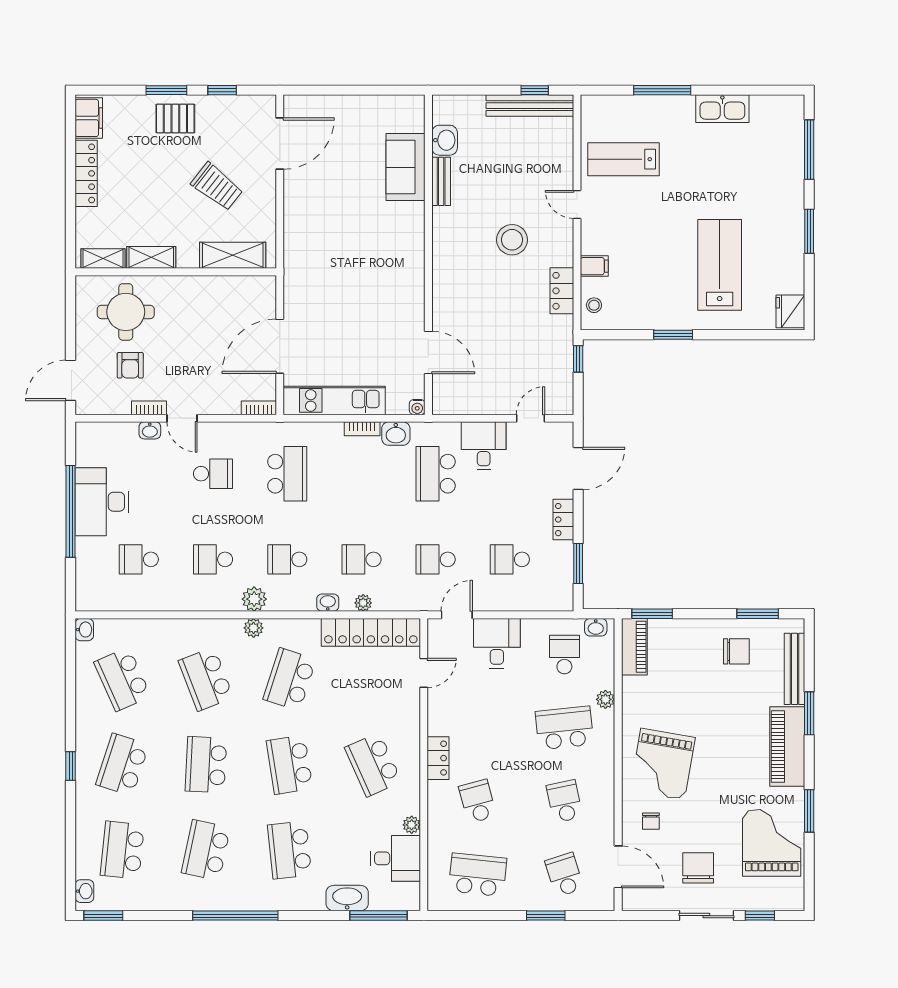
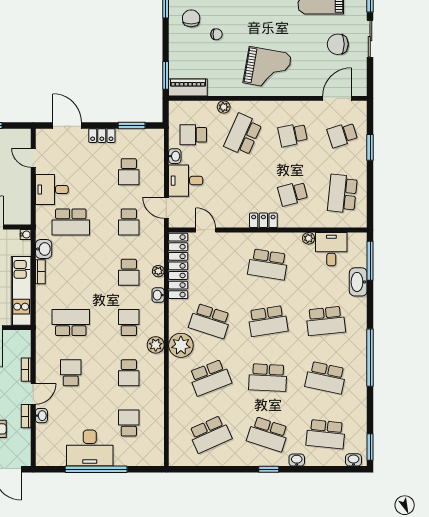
bookcase: (259, 408) -> (26, 370), moved
school desk: (139, 559) -> (129, 423), turned 180
school desk: (287, 559) -> (129, 323), turned 180
washbasin: (596, 627) -> (175, 156), moved
plant: (254, 628) -> (181, 345), width x1.87, depth x1.87
washbasin: (84, 630) -> (297, 460), moved
school desk: (564, 728) -> (243, 135), turned 30
school desk: (373, 765) -> (268, 264), turned 33
chair: (651, 821) -> (216, 34), moved

